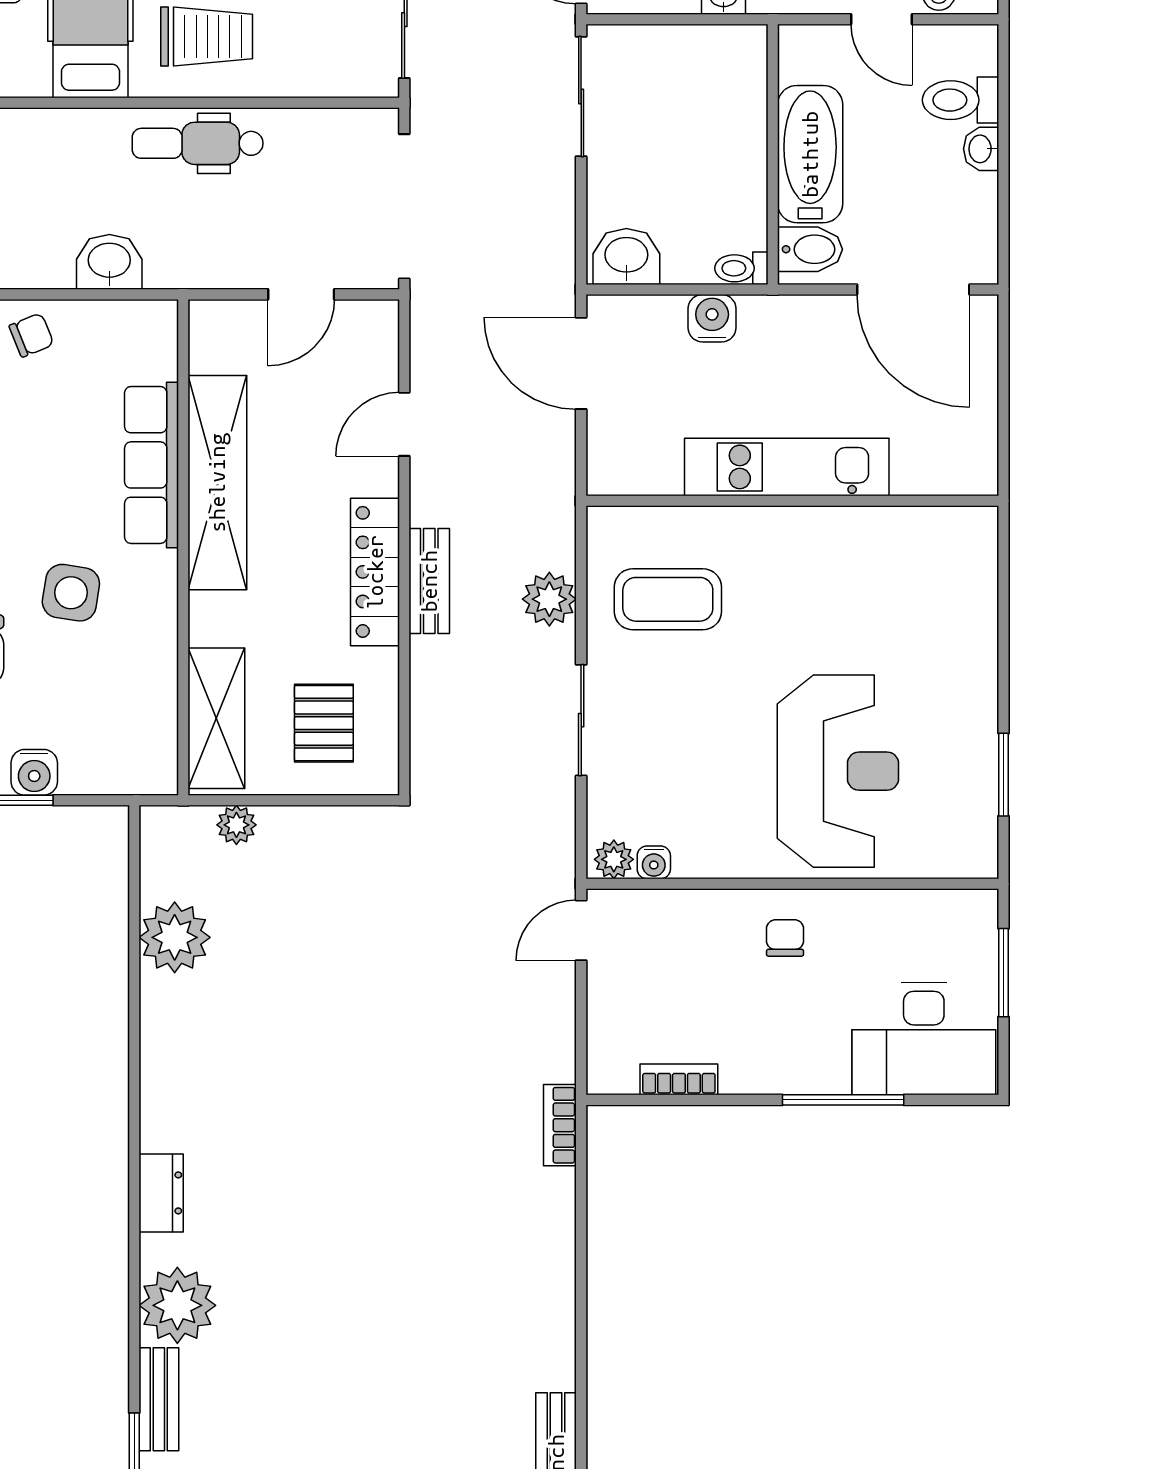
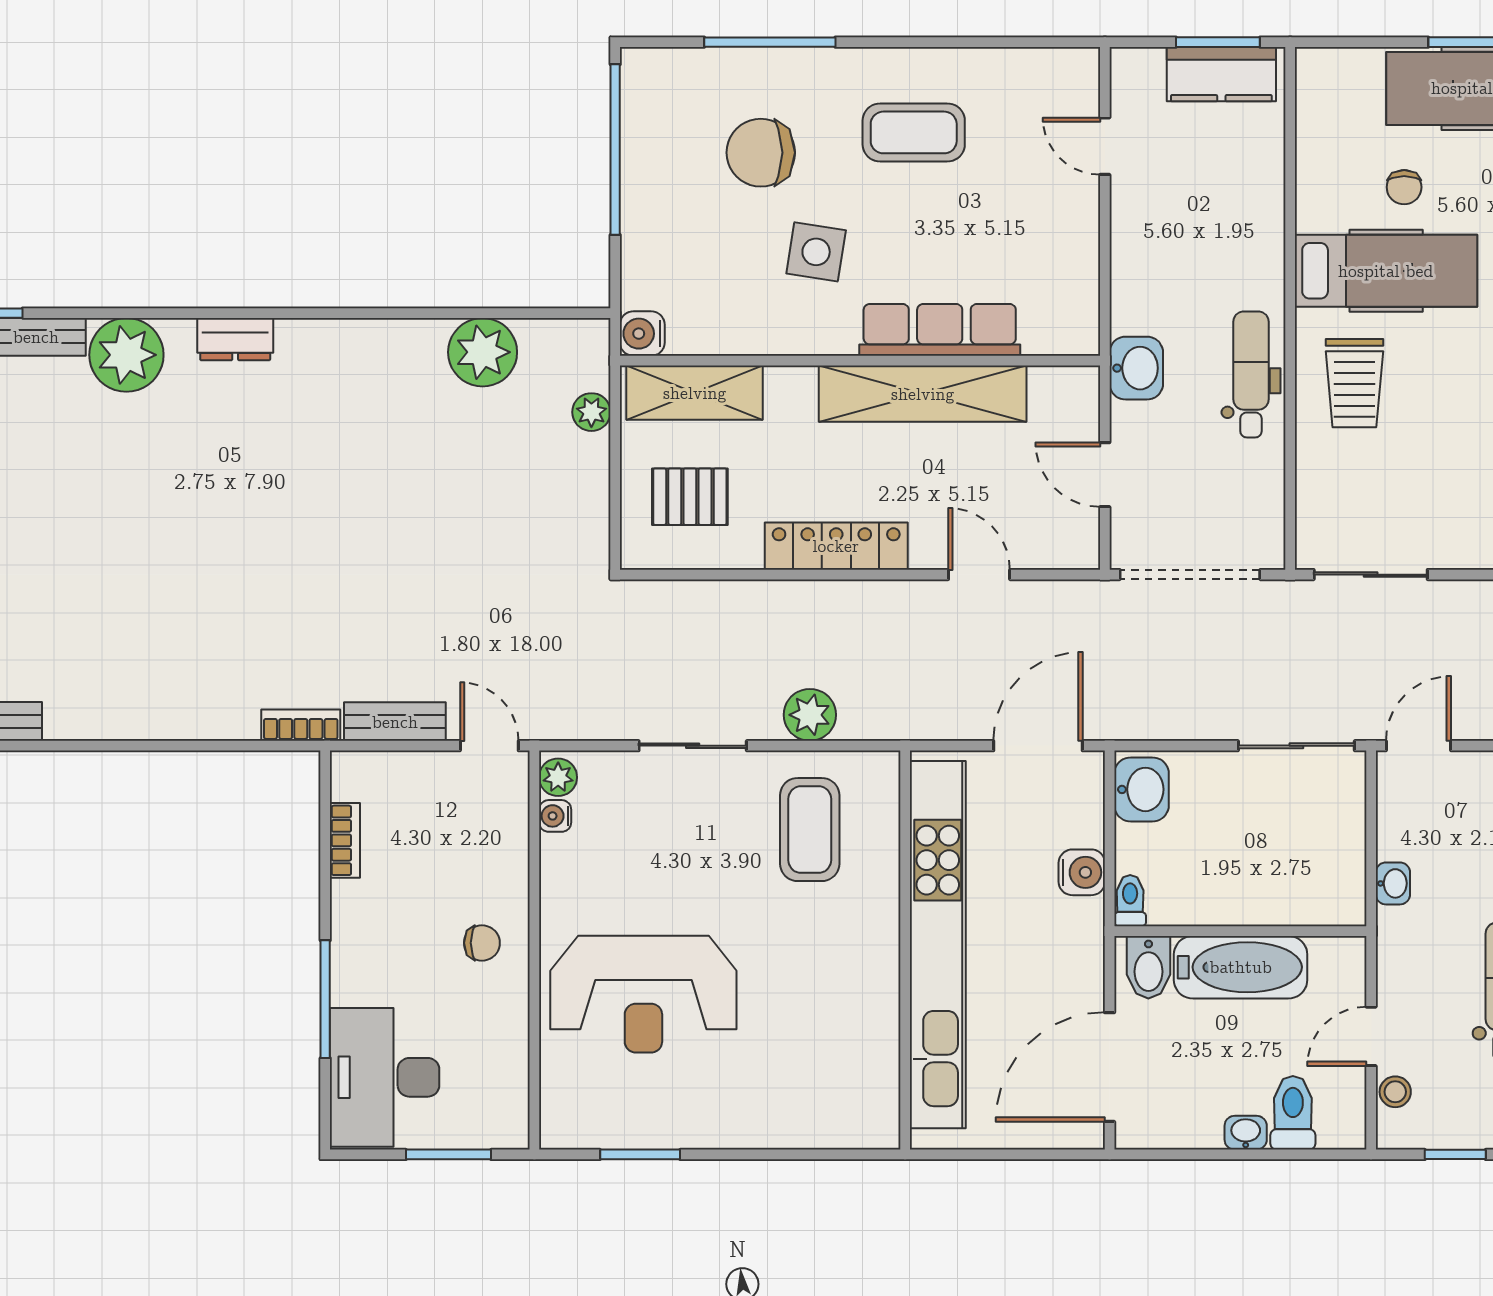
washbasin: (109, 262) -> (1136, 368), moved
chair: (31, 335) -> (1065, 214), removed
kitchen unit: (787, 467) -> (938, 945), width x1.86
bench: (429, 581) -> (395, 722), moved
water cooler: (34, 772) -> (642, 334), moved

